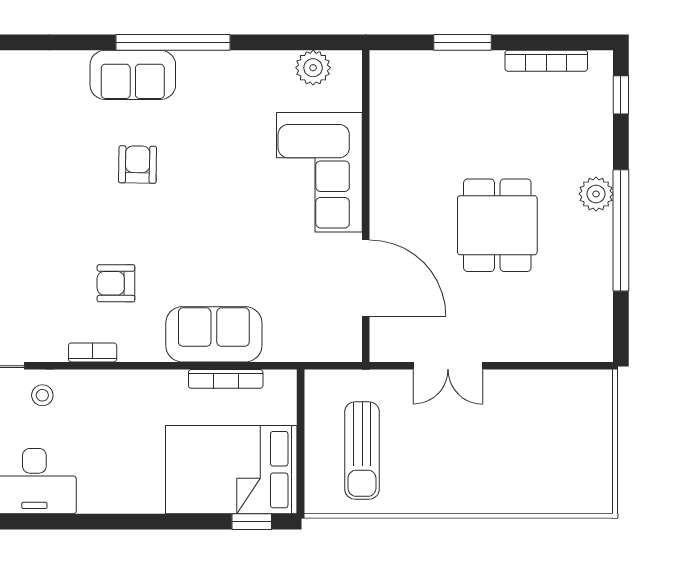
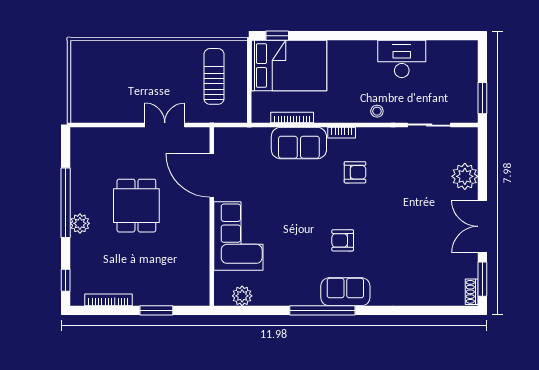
armchair: (138, 165) -> (343, 240), turned 89
bookcase: (93, 352) -> (342, 133), moved
stool: (42, 395) -> (377, 111), moved

